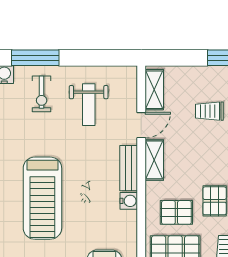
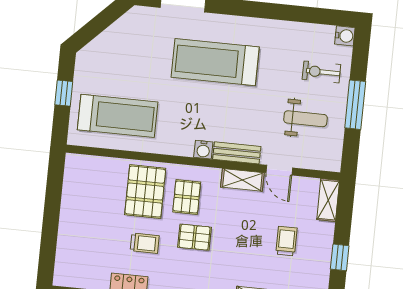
window: (35, 58) -> (355, 105), moved
shelving: (154, 90) -> (328, 200), moved, turned 90
weight bench: (89, 105) -> (305, 119), turned 180

